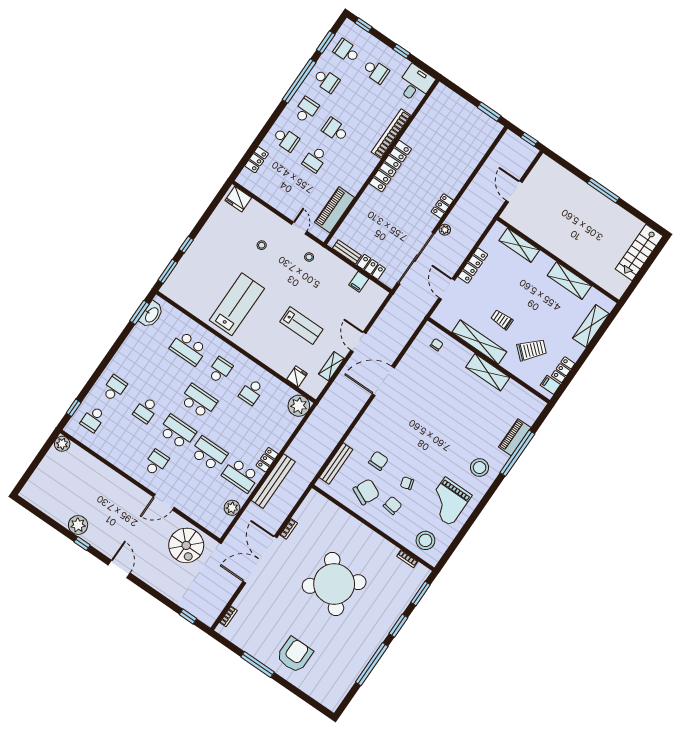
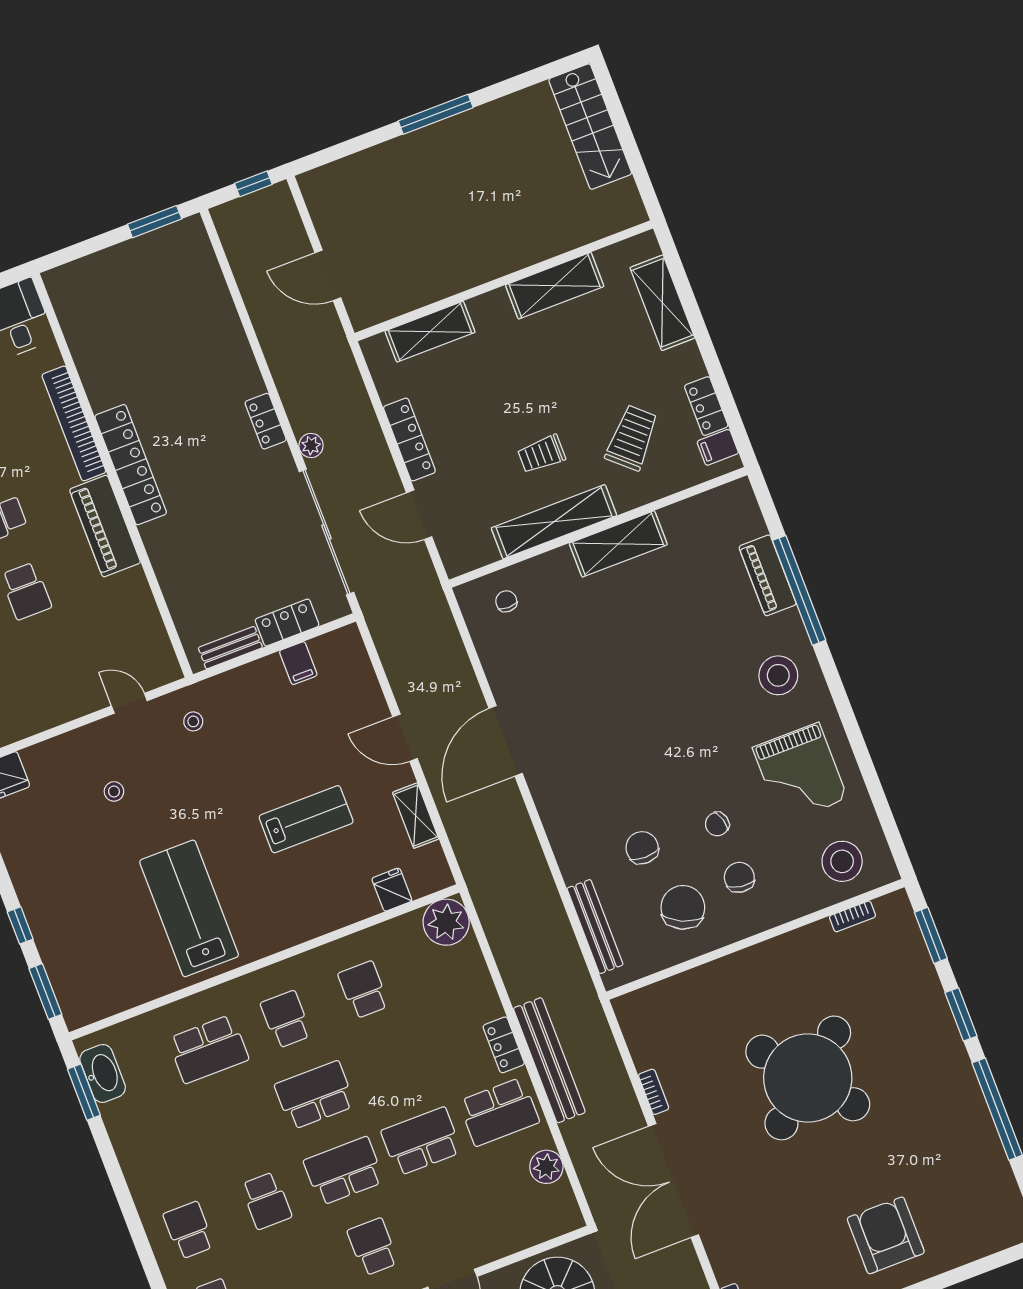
piano: (334, 210) -> (105, 526), moved
school desk: (251, 392) -> (363, 990), turned 180

